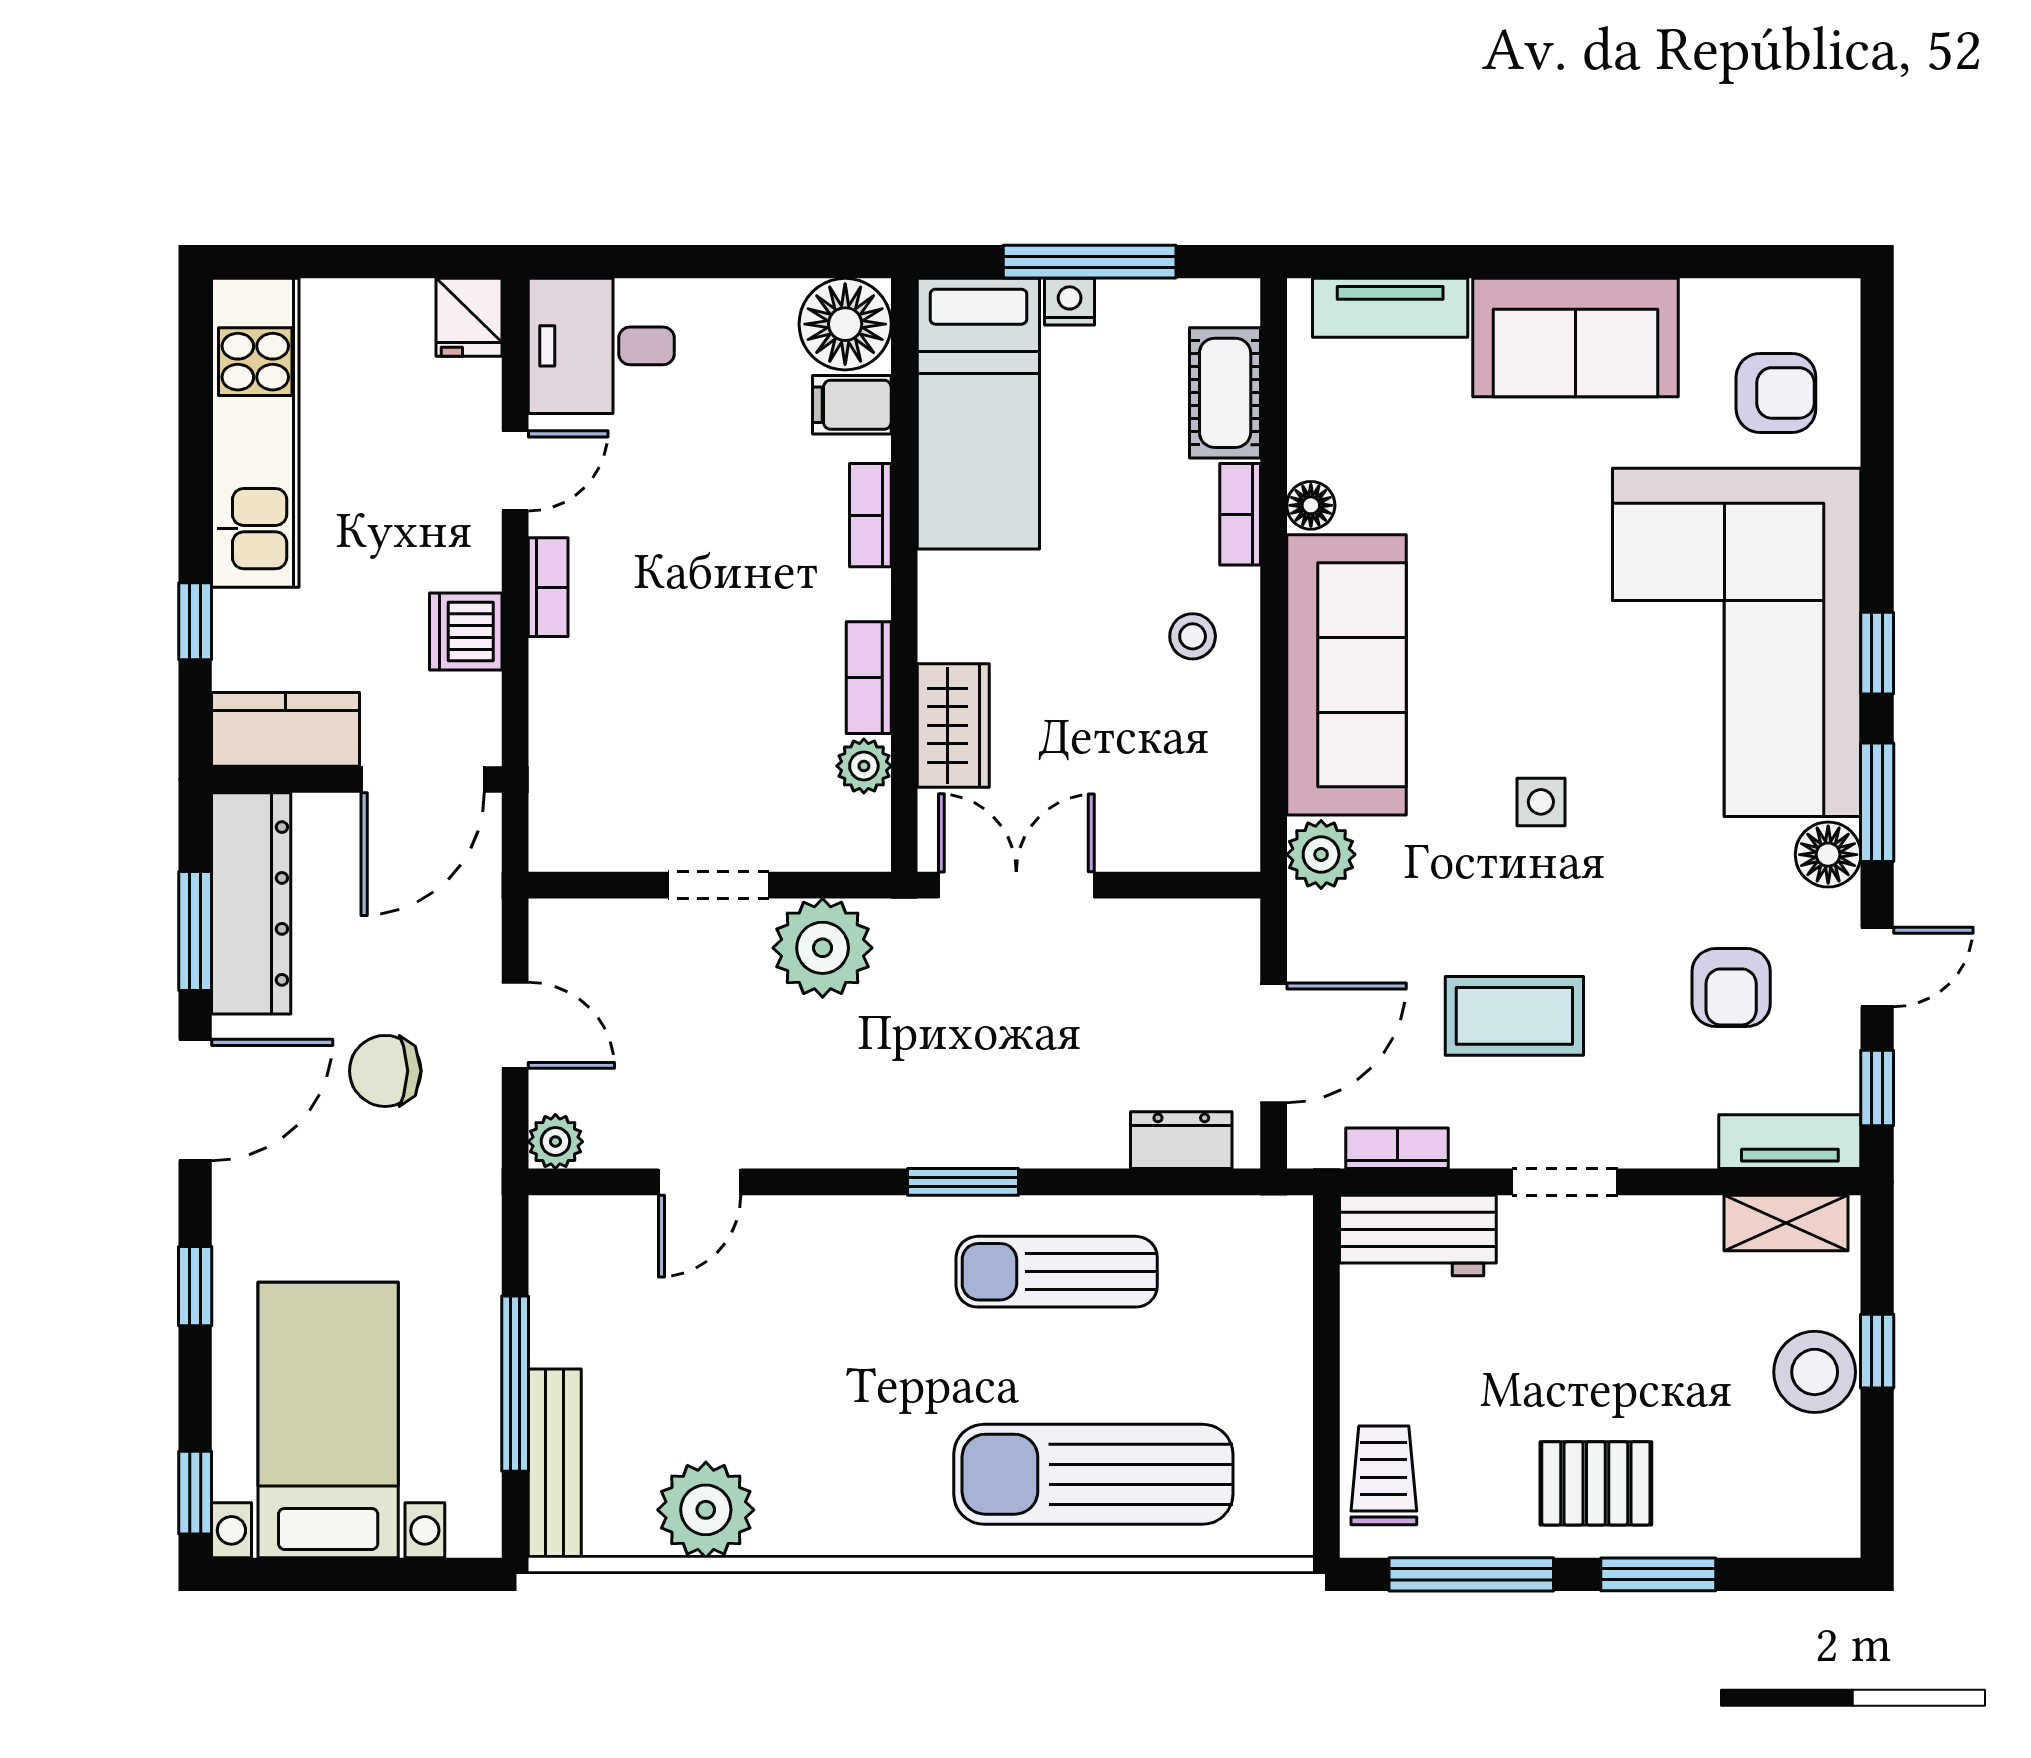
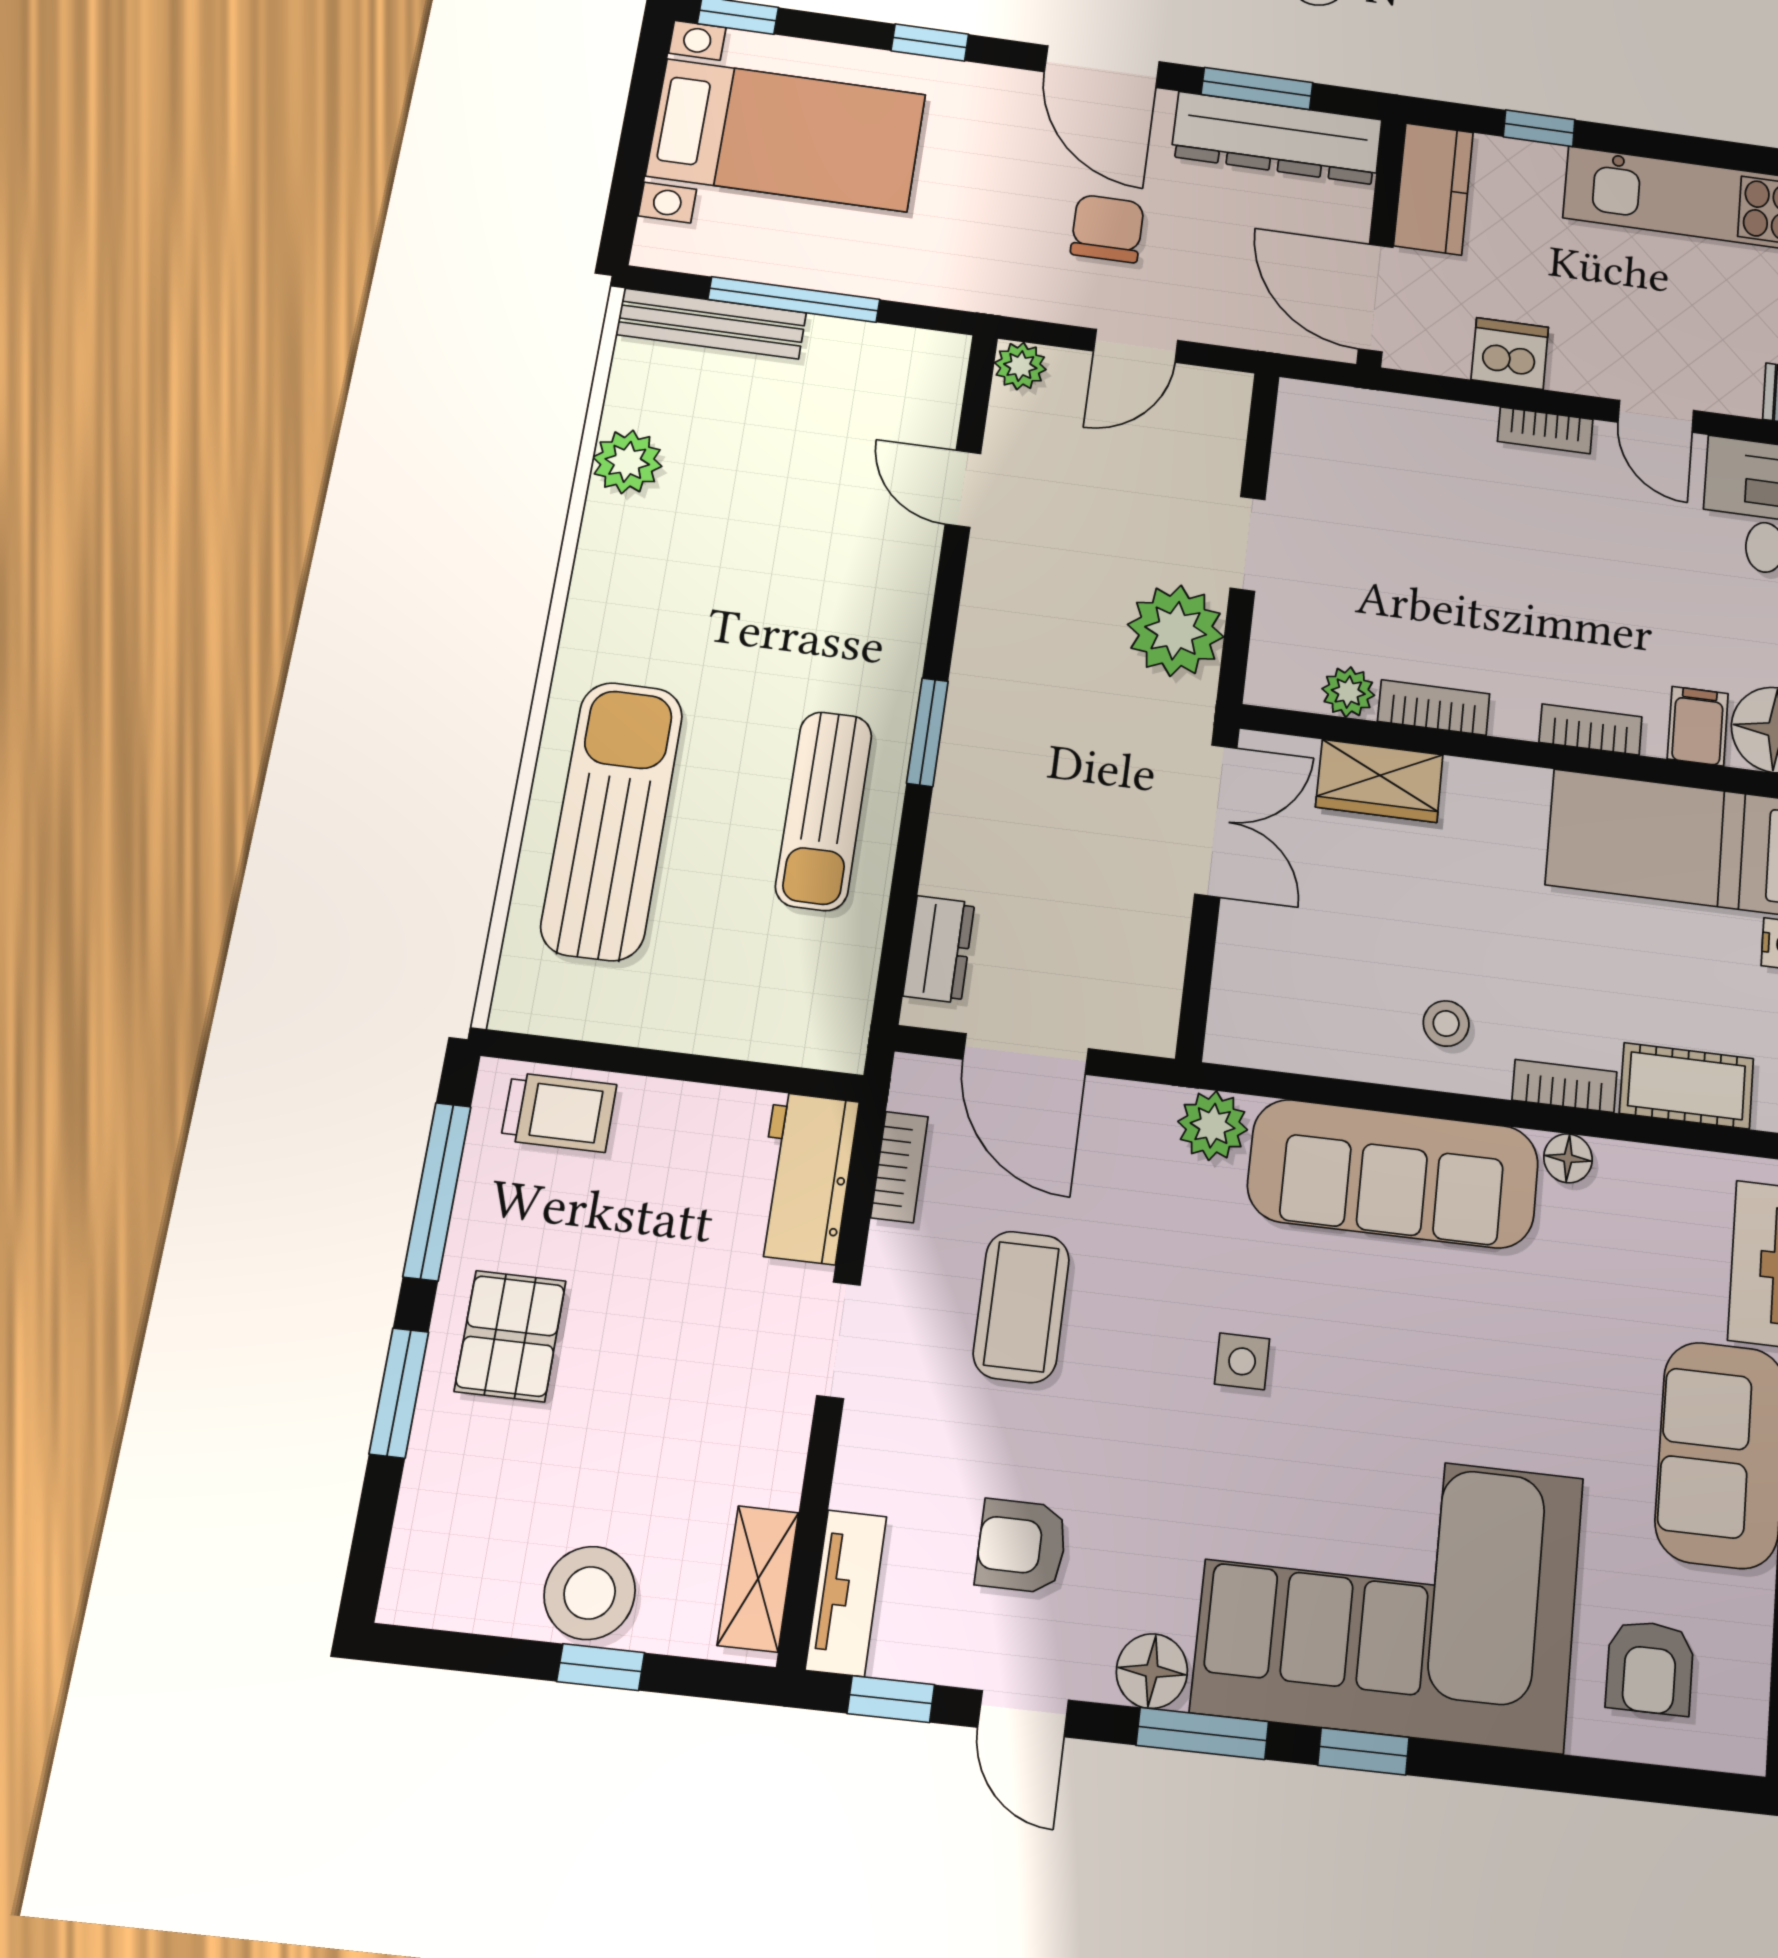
sun lounger: (1057, 1272) -> (824, 811), turned 180
plant: (706, 1510) -> (627, 462), width x0.73, depth x0.73

